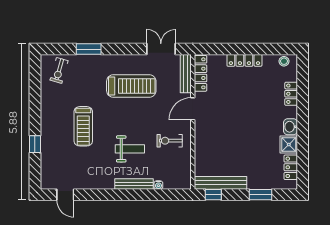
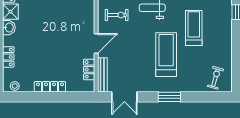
window: (89, 49) -> (169, 97), moved
locker: (201, 73) -> (89, 69), width x0.66
treadmill: (131, 86) -> (166, 55), moved, turned 90

